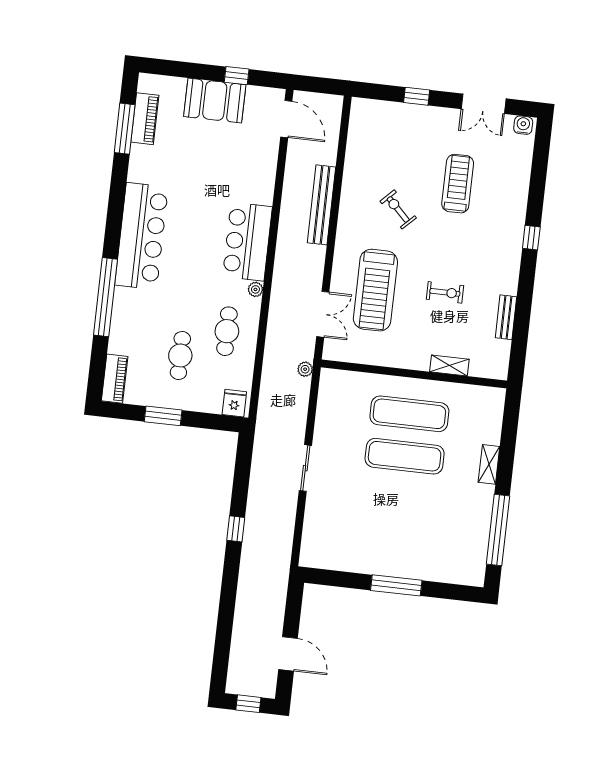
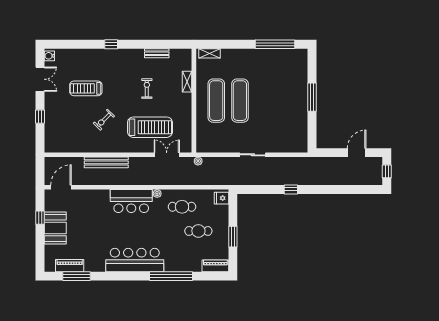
shelving: (489, 464) -> (210, 53), moved

